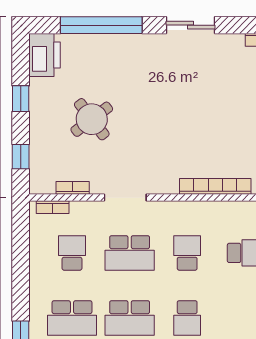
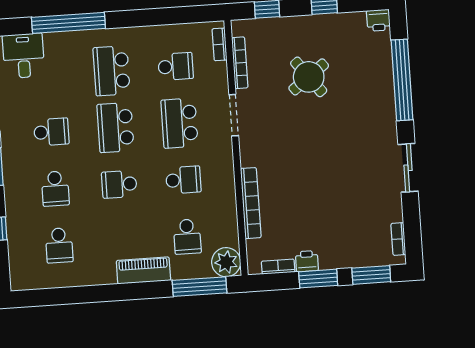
printer: (44, 55) -> (378, 20), width x0.53, depth x0.68
bookcase: (73, 188) -> (240, 63), width x1.56

